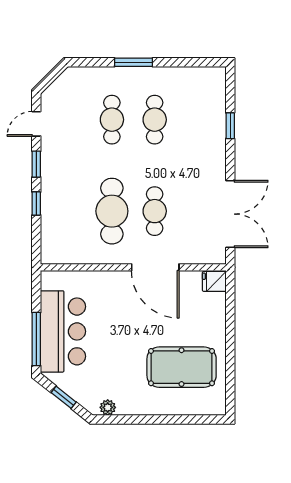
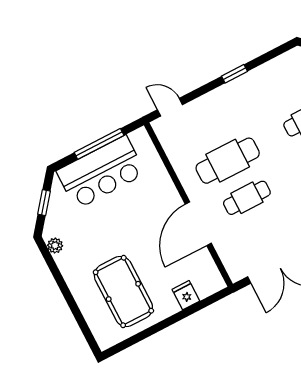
door: (36, 124) -> (170, 107), moved
window: (36, 204) -> (200, 91), removed
fridge: (214, 281) -> (186, 295), moved
window: (36, 339) -> (99, 144), moved

